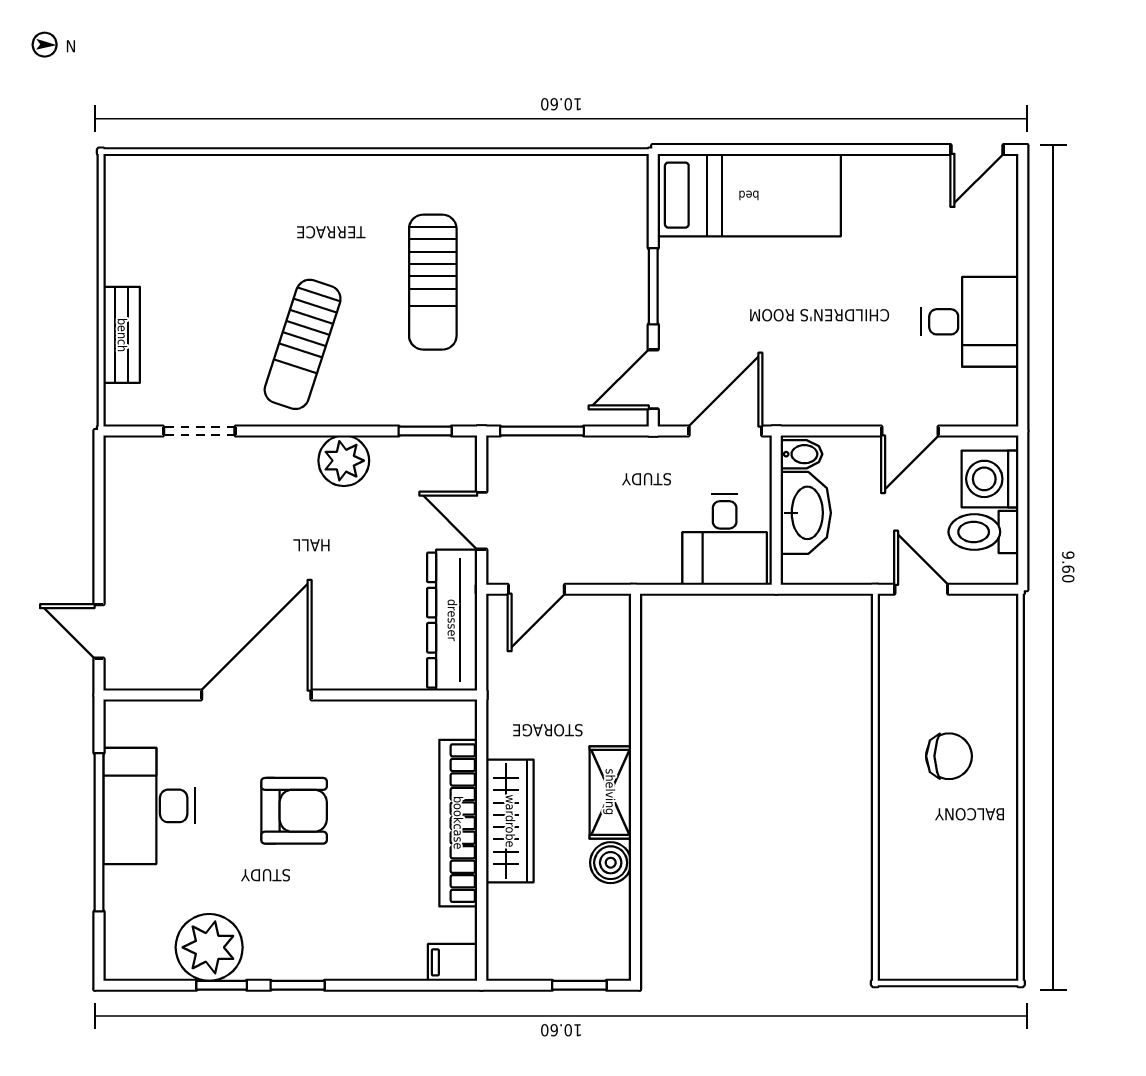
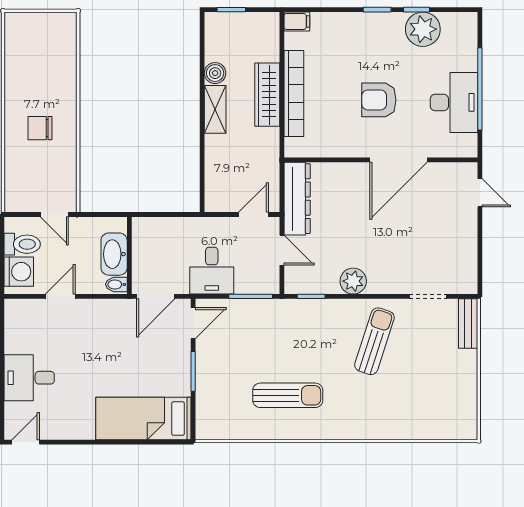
sun lounger: (433, 282) -> (288, 395), moved, turned 90
desk: (970, 322) -> (29, 378), moved
bench: (122, 335) -> (468, 324), moved
desk: (725, 539) -> (212, 271), moved, turned 180

